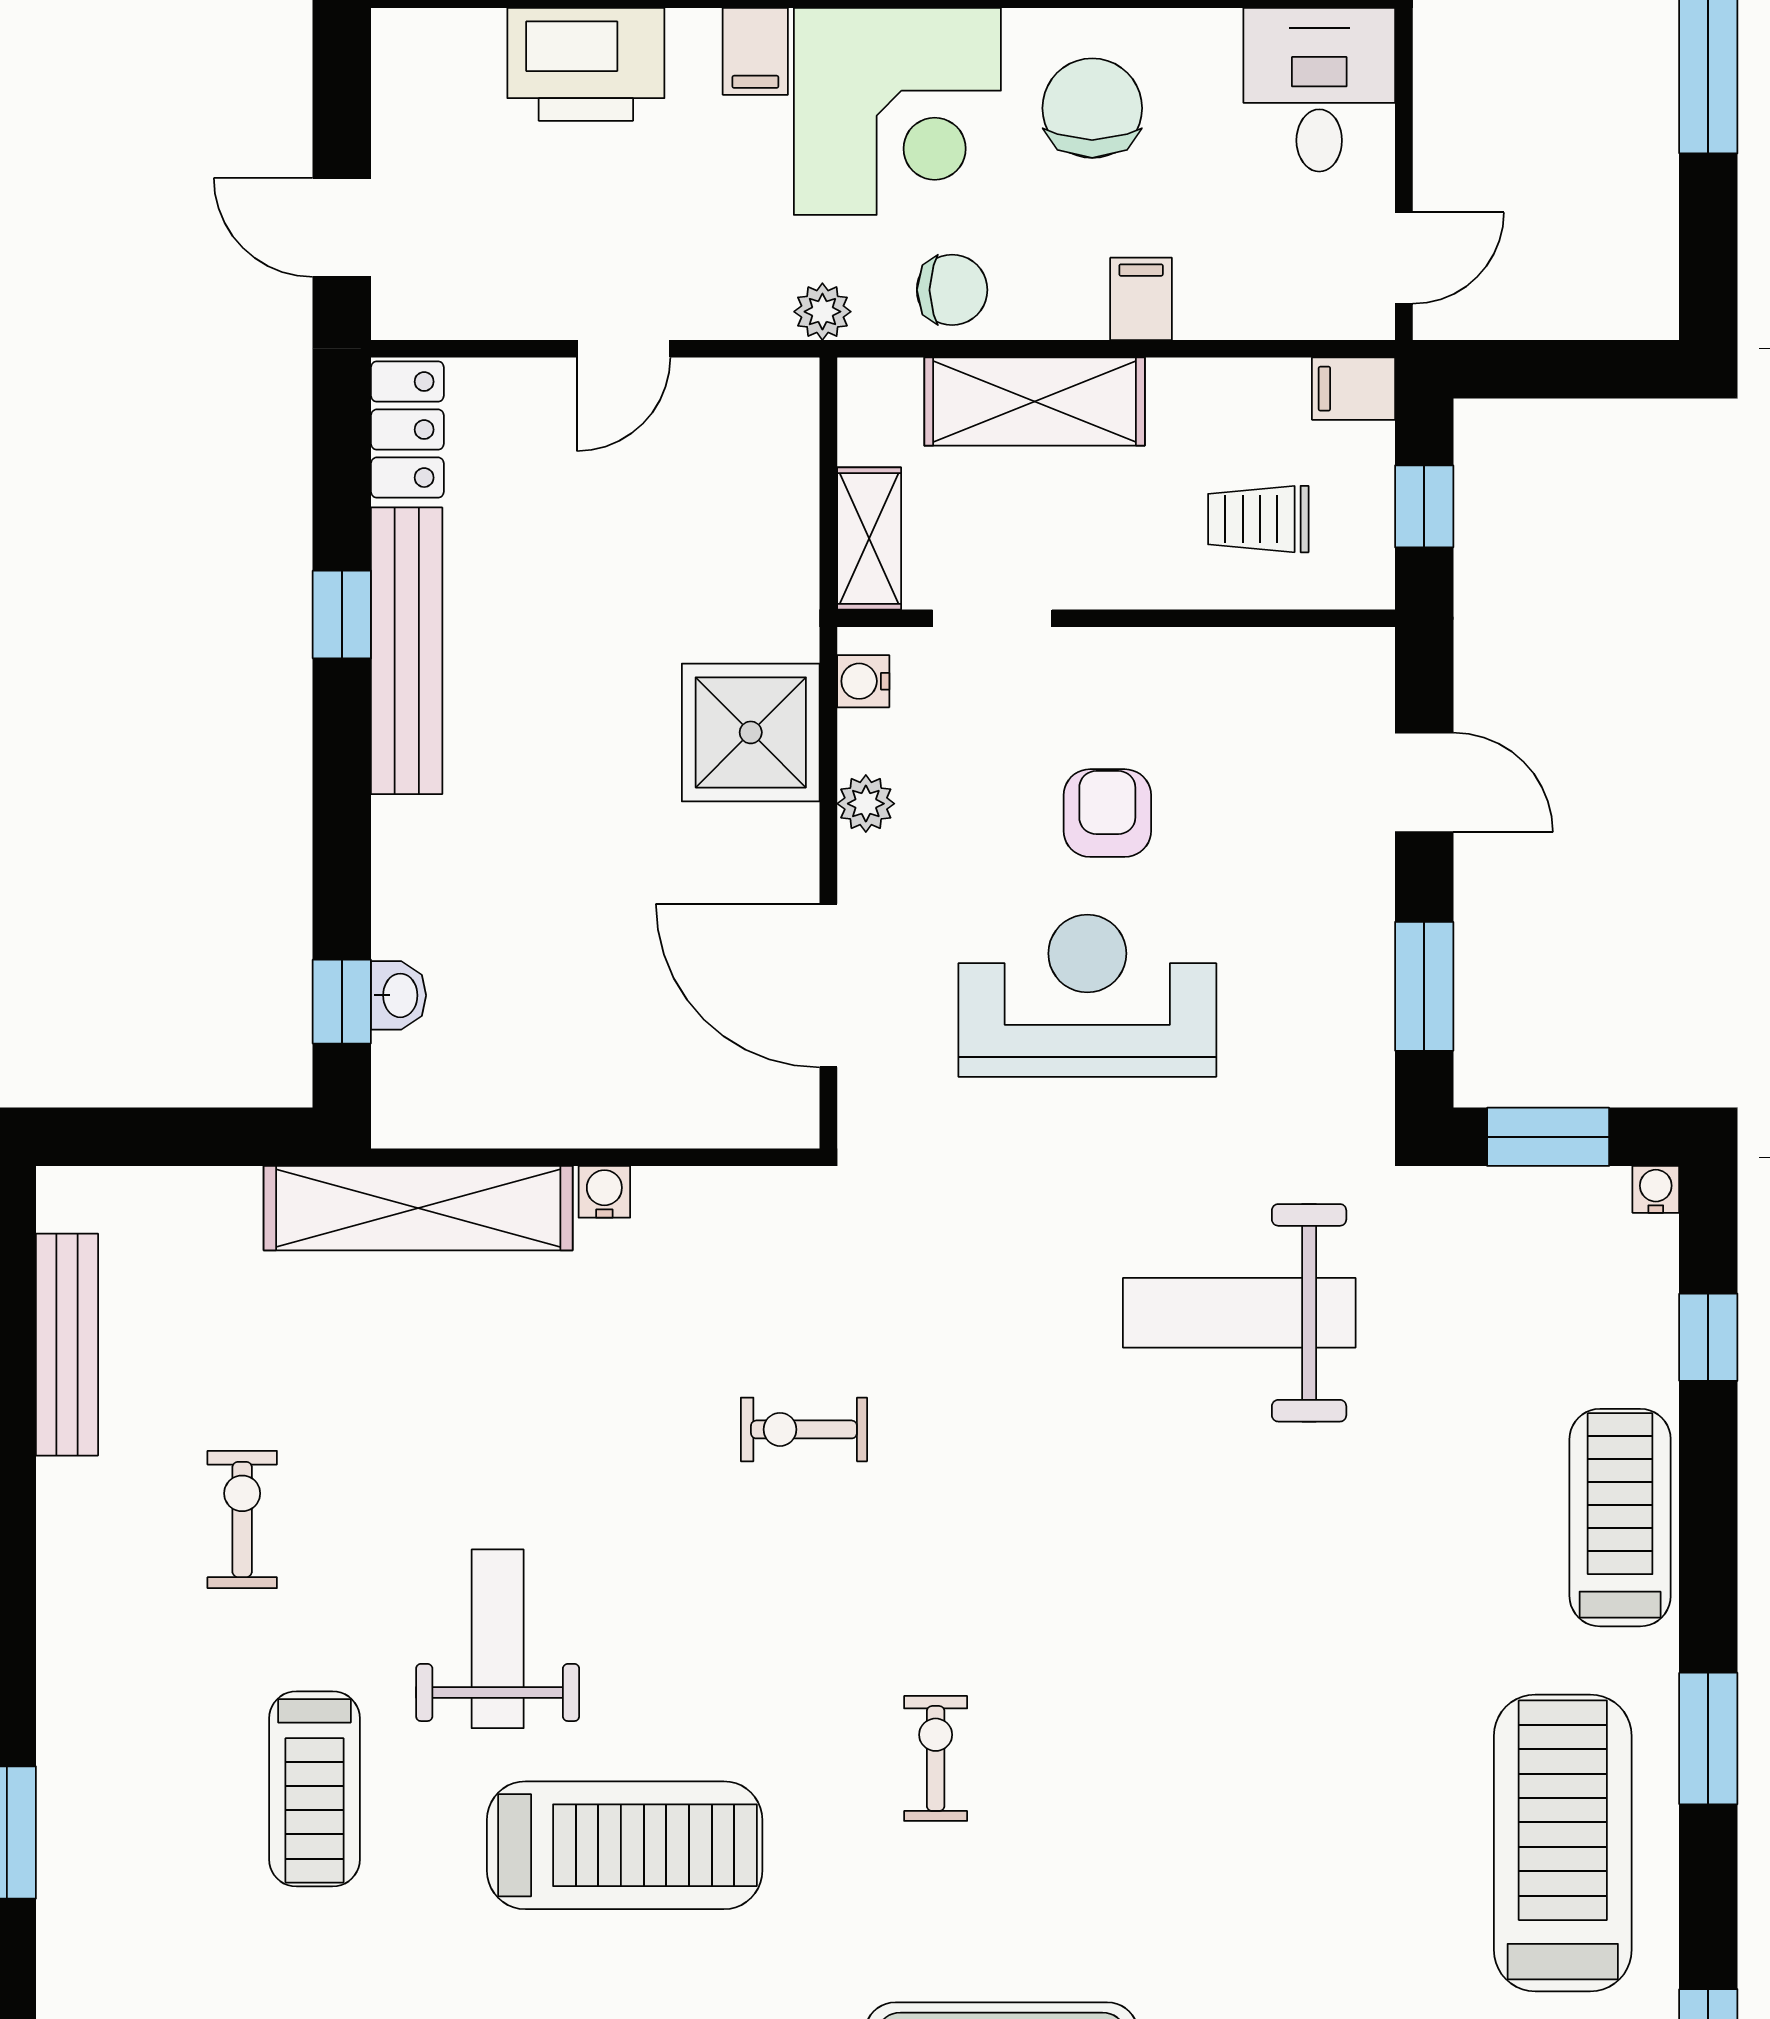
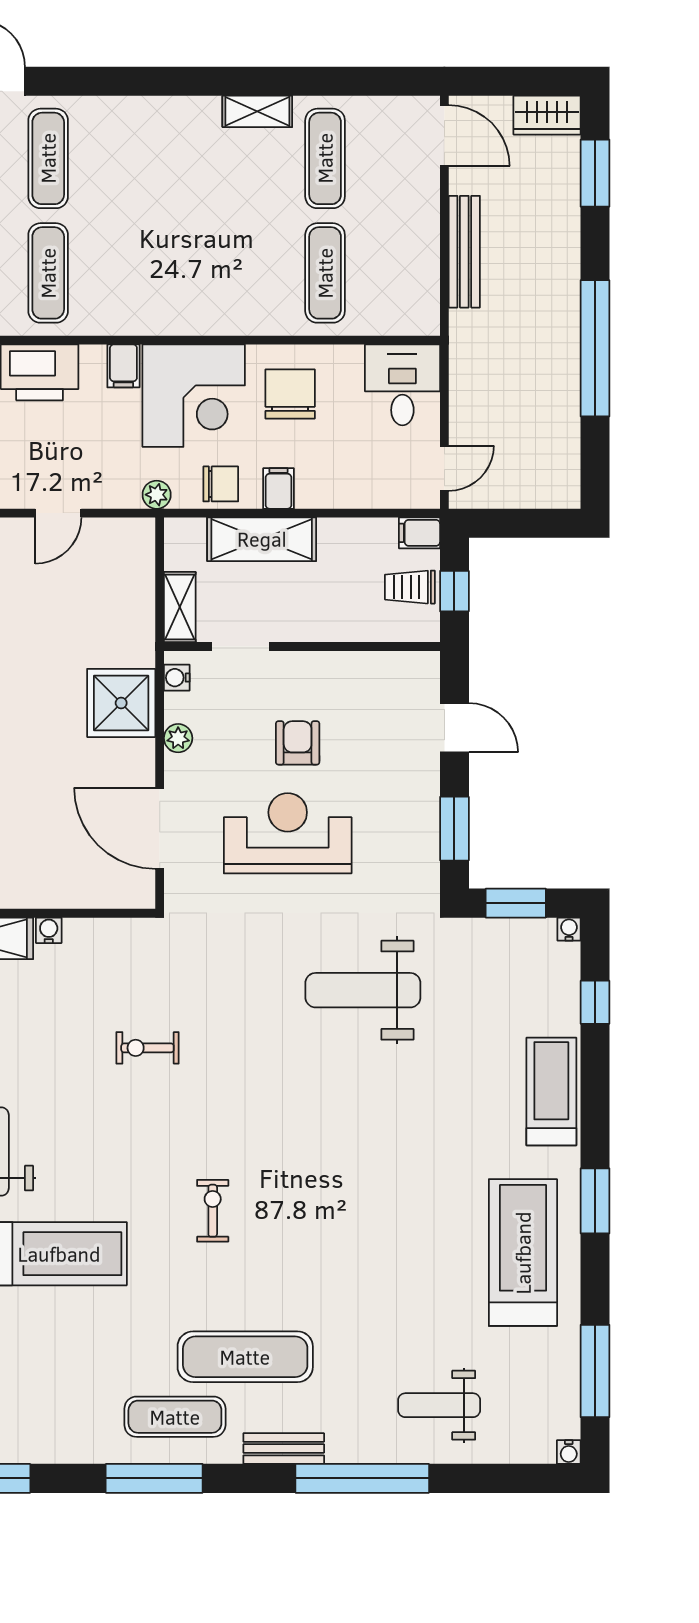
filing cabinet: (1141, 299) -> (278, 488), moved
trolley: (1258, 519) -> (410, 587), moved

